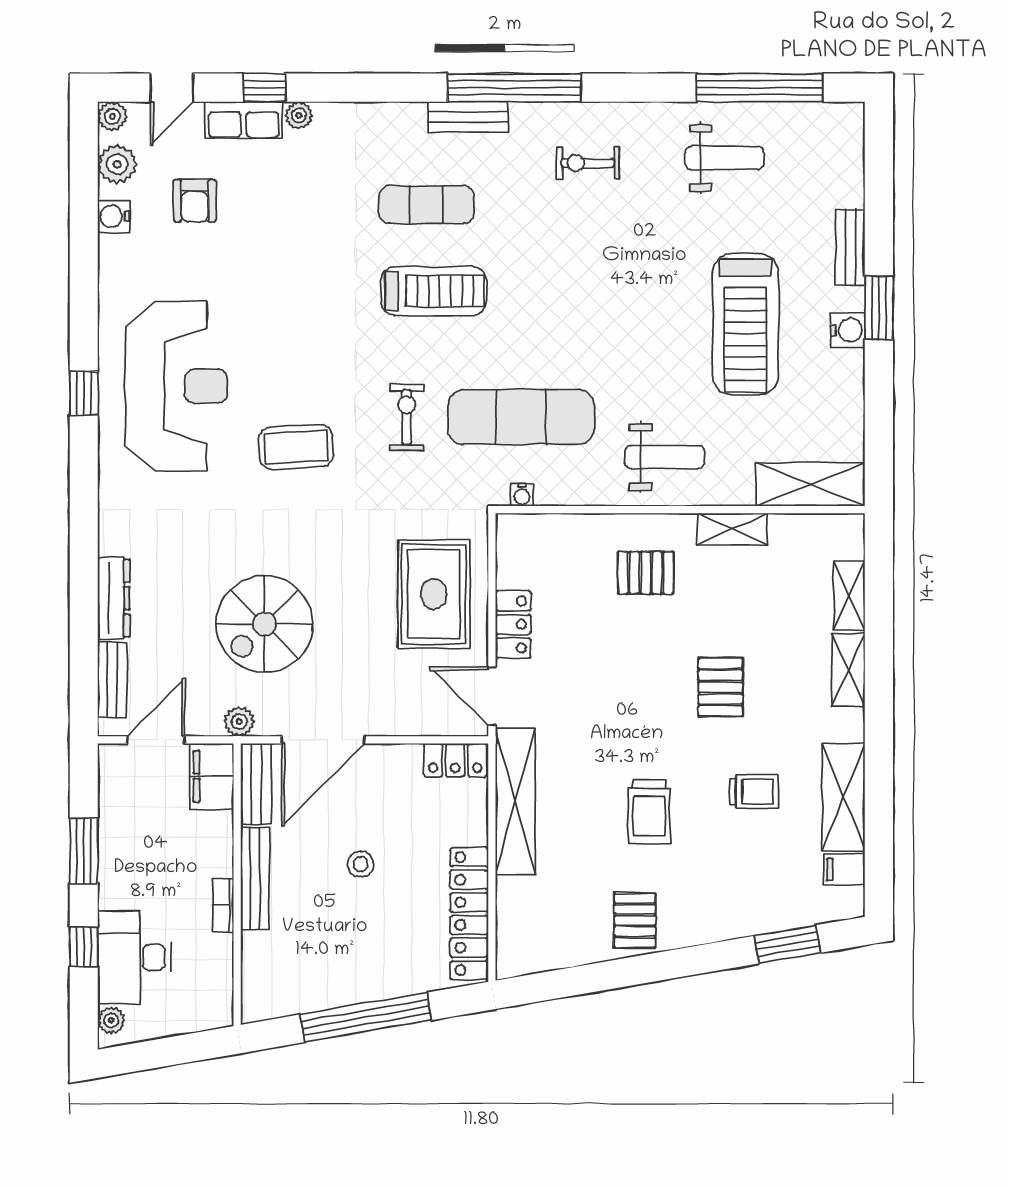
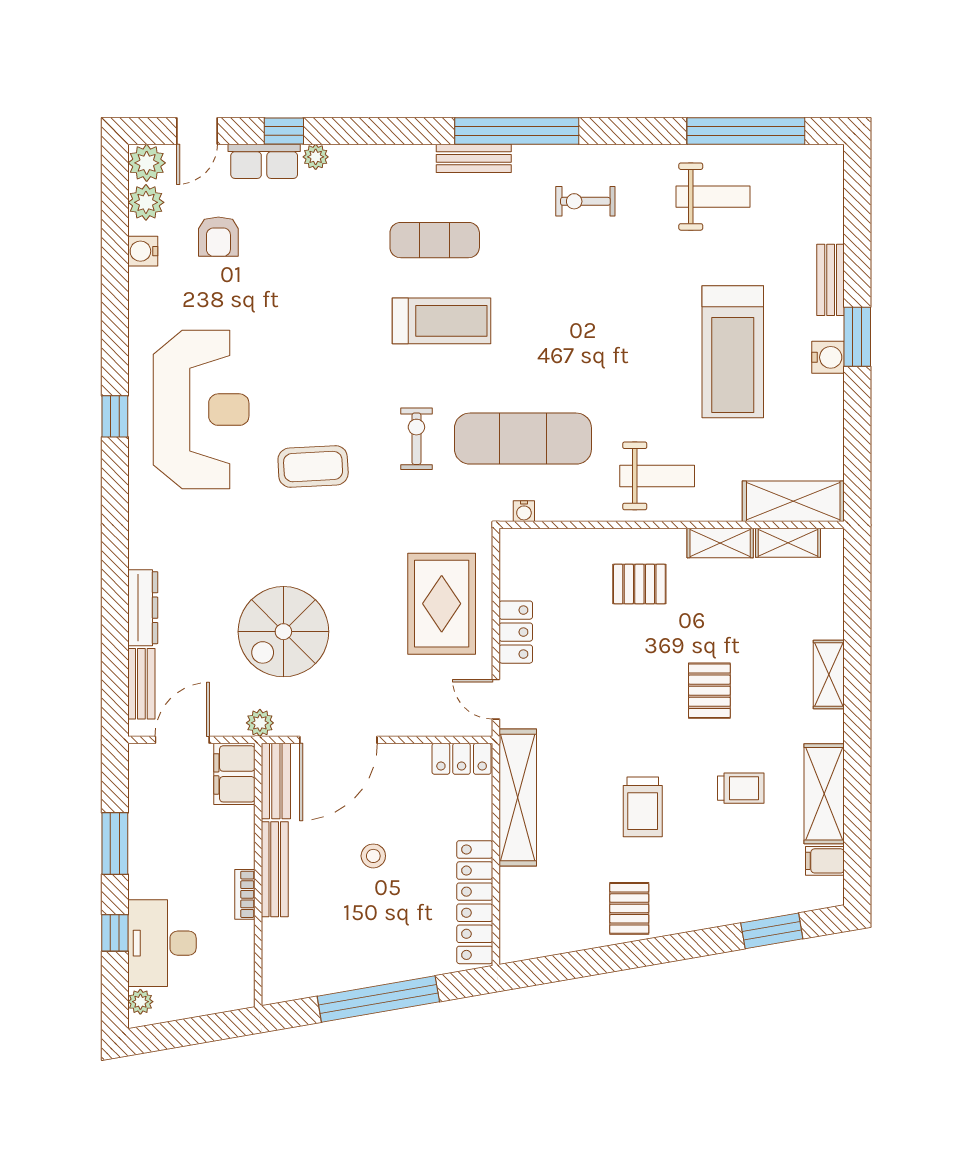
plant: (112, 116) -> (147, 163), width x1.38, depth x1.38
shelving: (849, 596) -> (788, 543), moved, turned 90
door: (492, 696) -> (496, 699), width x0.73

